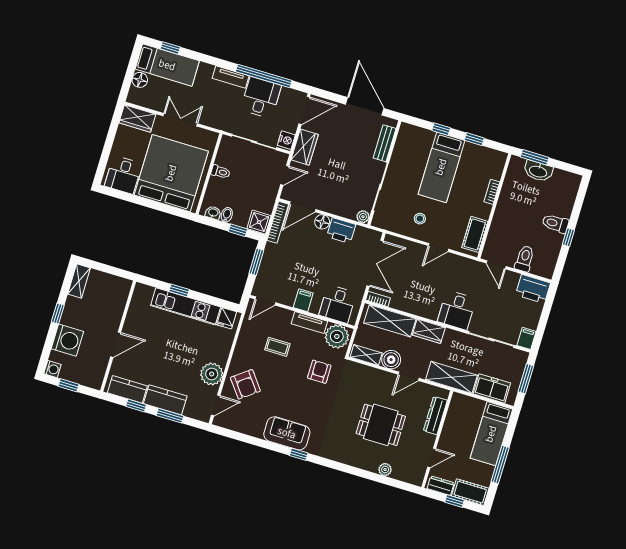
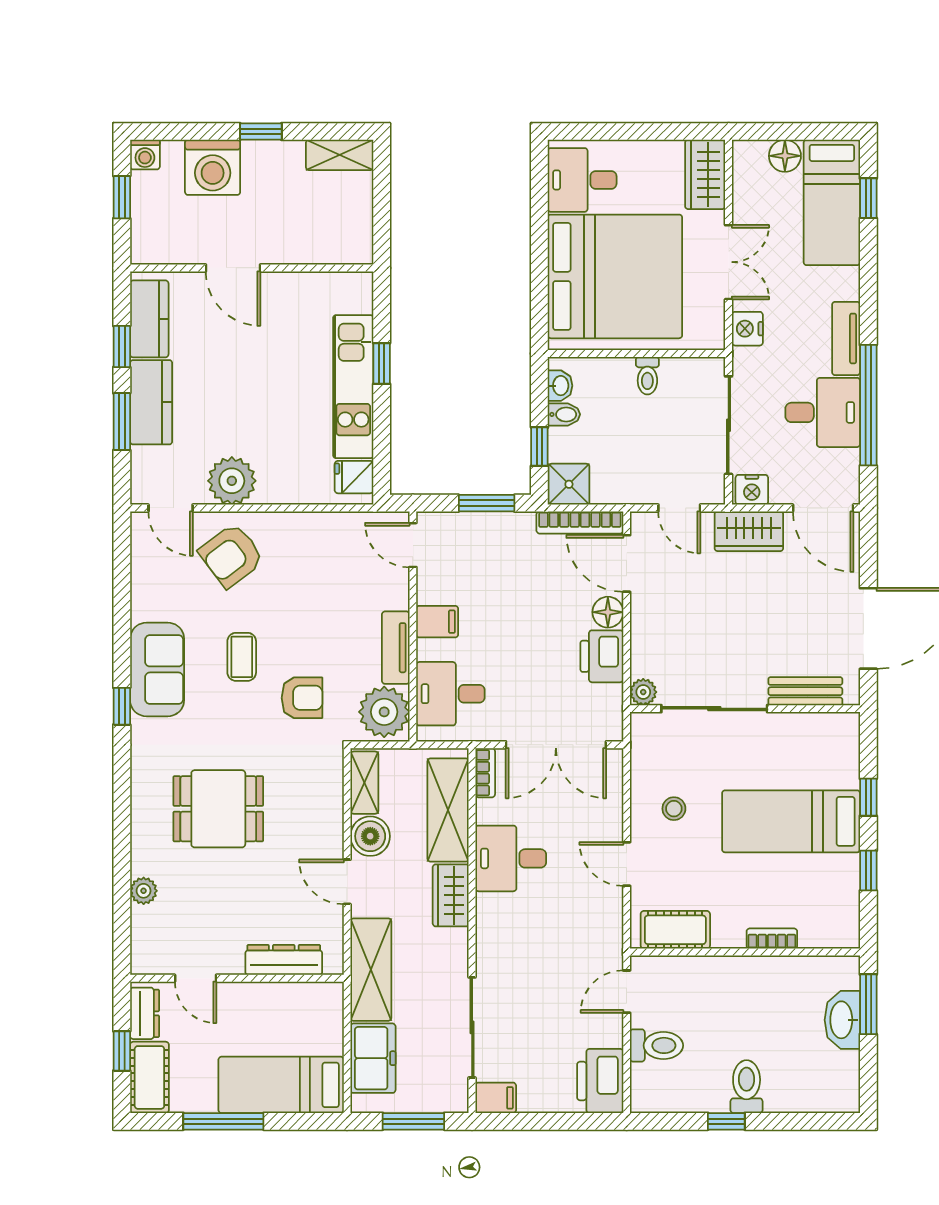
nightstand: (213, 120) -> (747, 329), added
desk: (457, 310) -> (511, 858), moved
coffee table: (277, 347) -> (242, 657), moved
dining table: (381, 425) -> (218, 809), moved, turned 90

